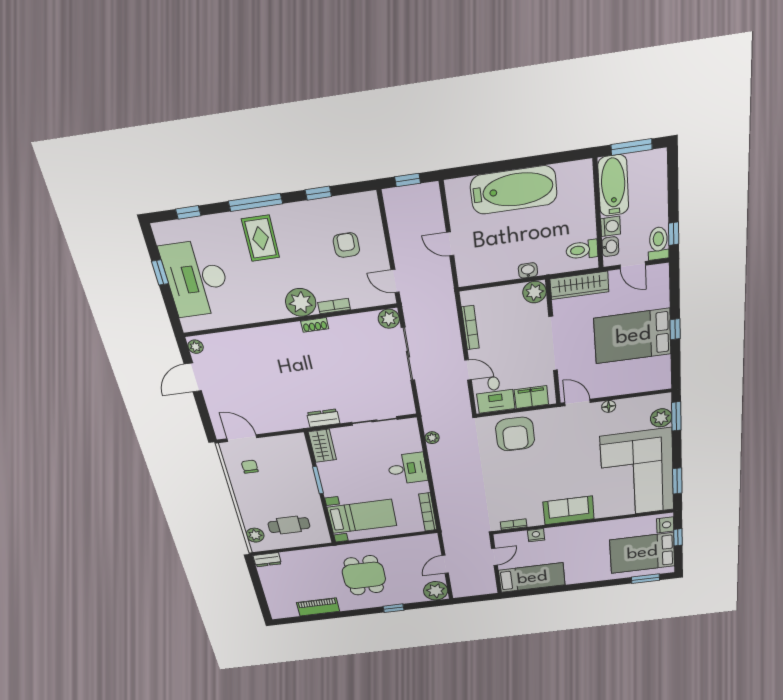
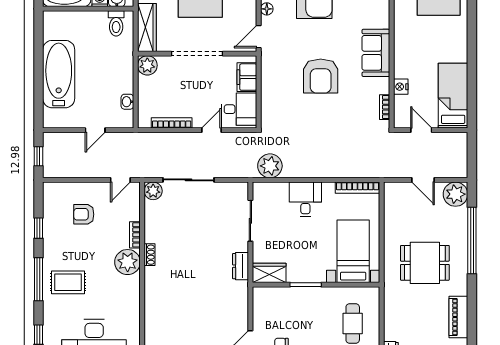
washbasin: (528, 270) -> (127, 102), moved
armchair: (515, 434) -> (321, 76), moved, turned 90
plant: (432, 438) -> (270, 166), width x1.88, depth x1.88
window: (394, 608) -> (472, 240), width x3.17

